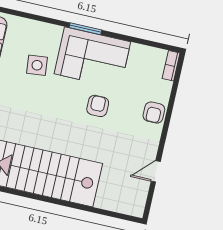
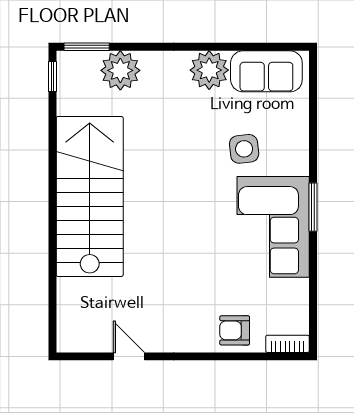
armchair: (98, 106) -> (205, 250), removed
armchair: (154, 113) -> (235, 330), moved

